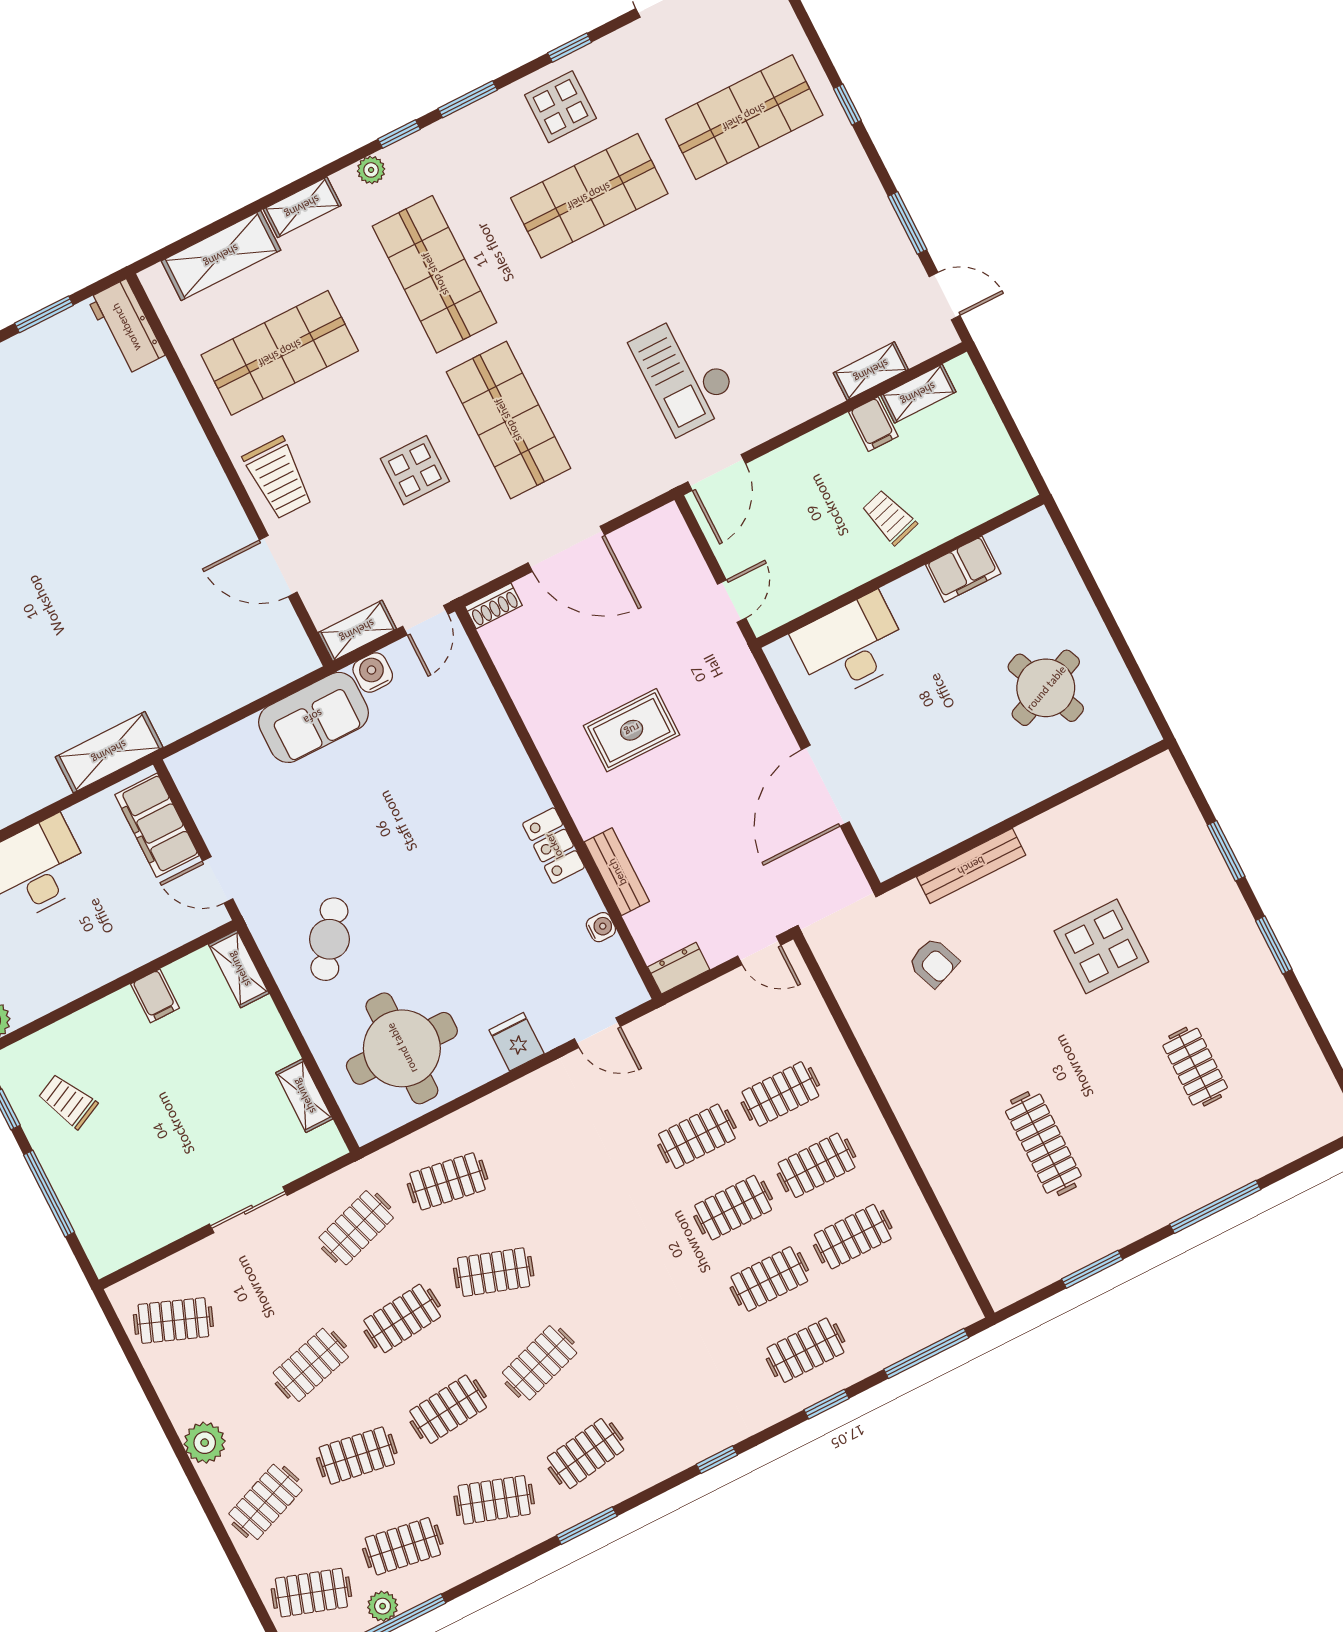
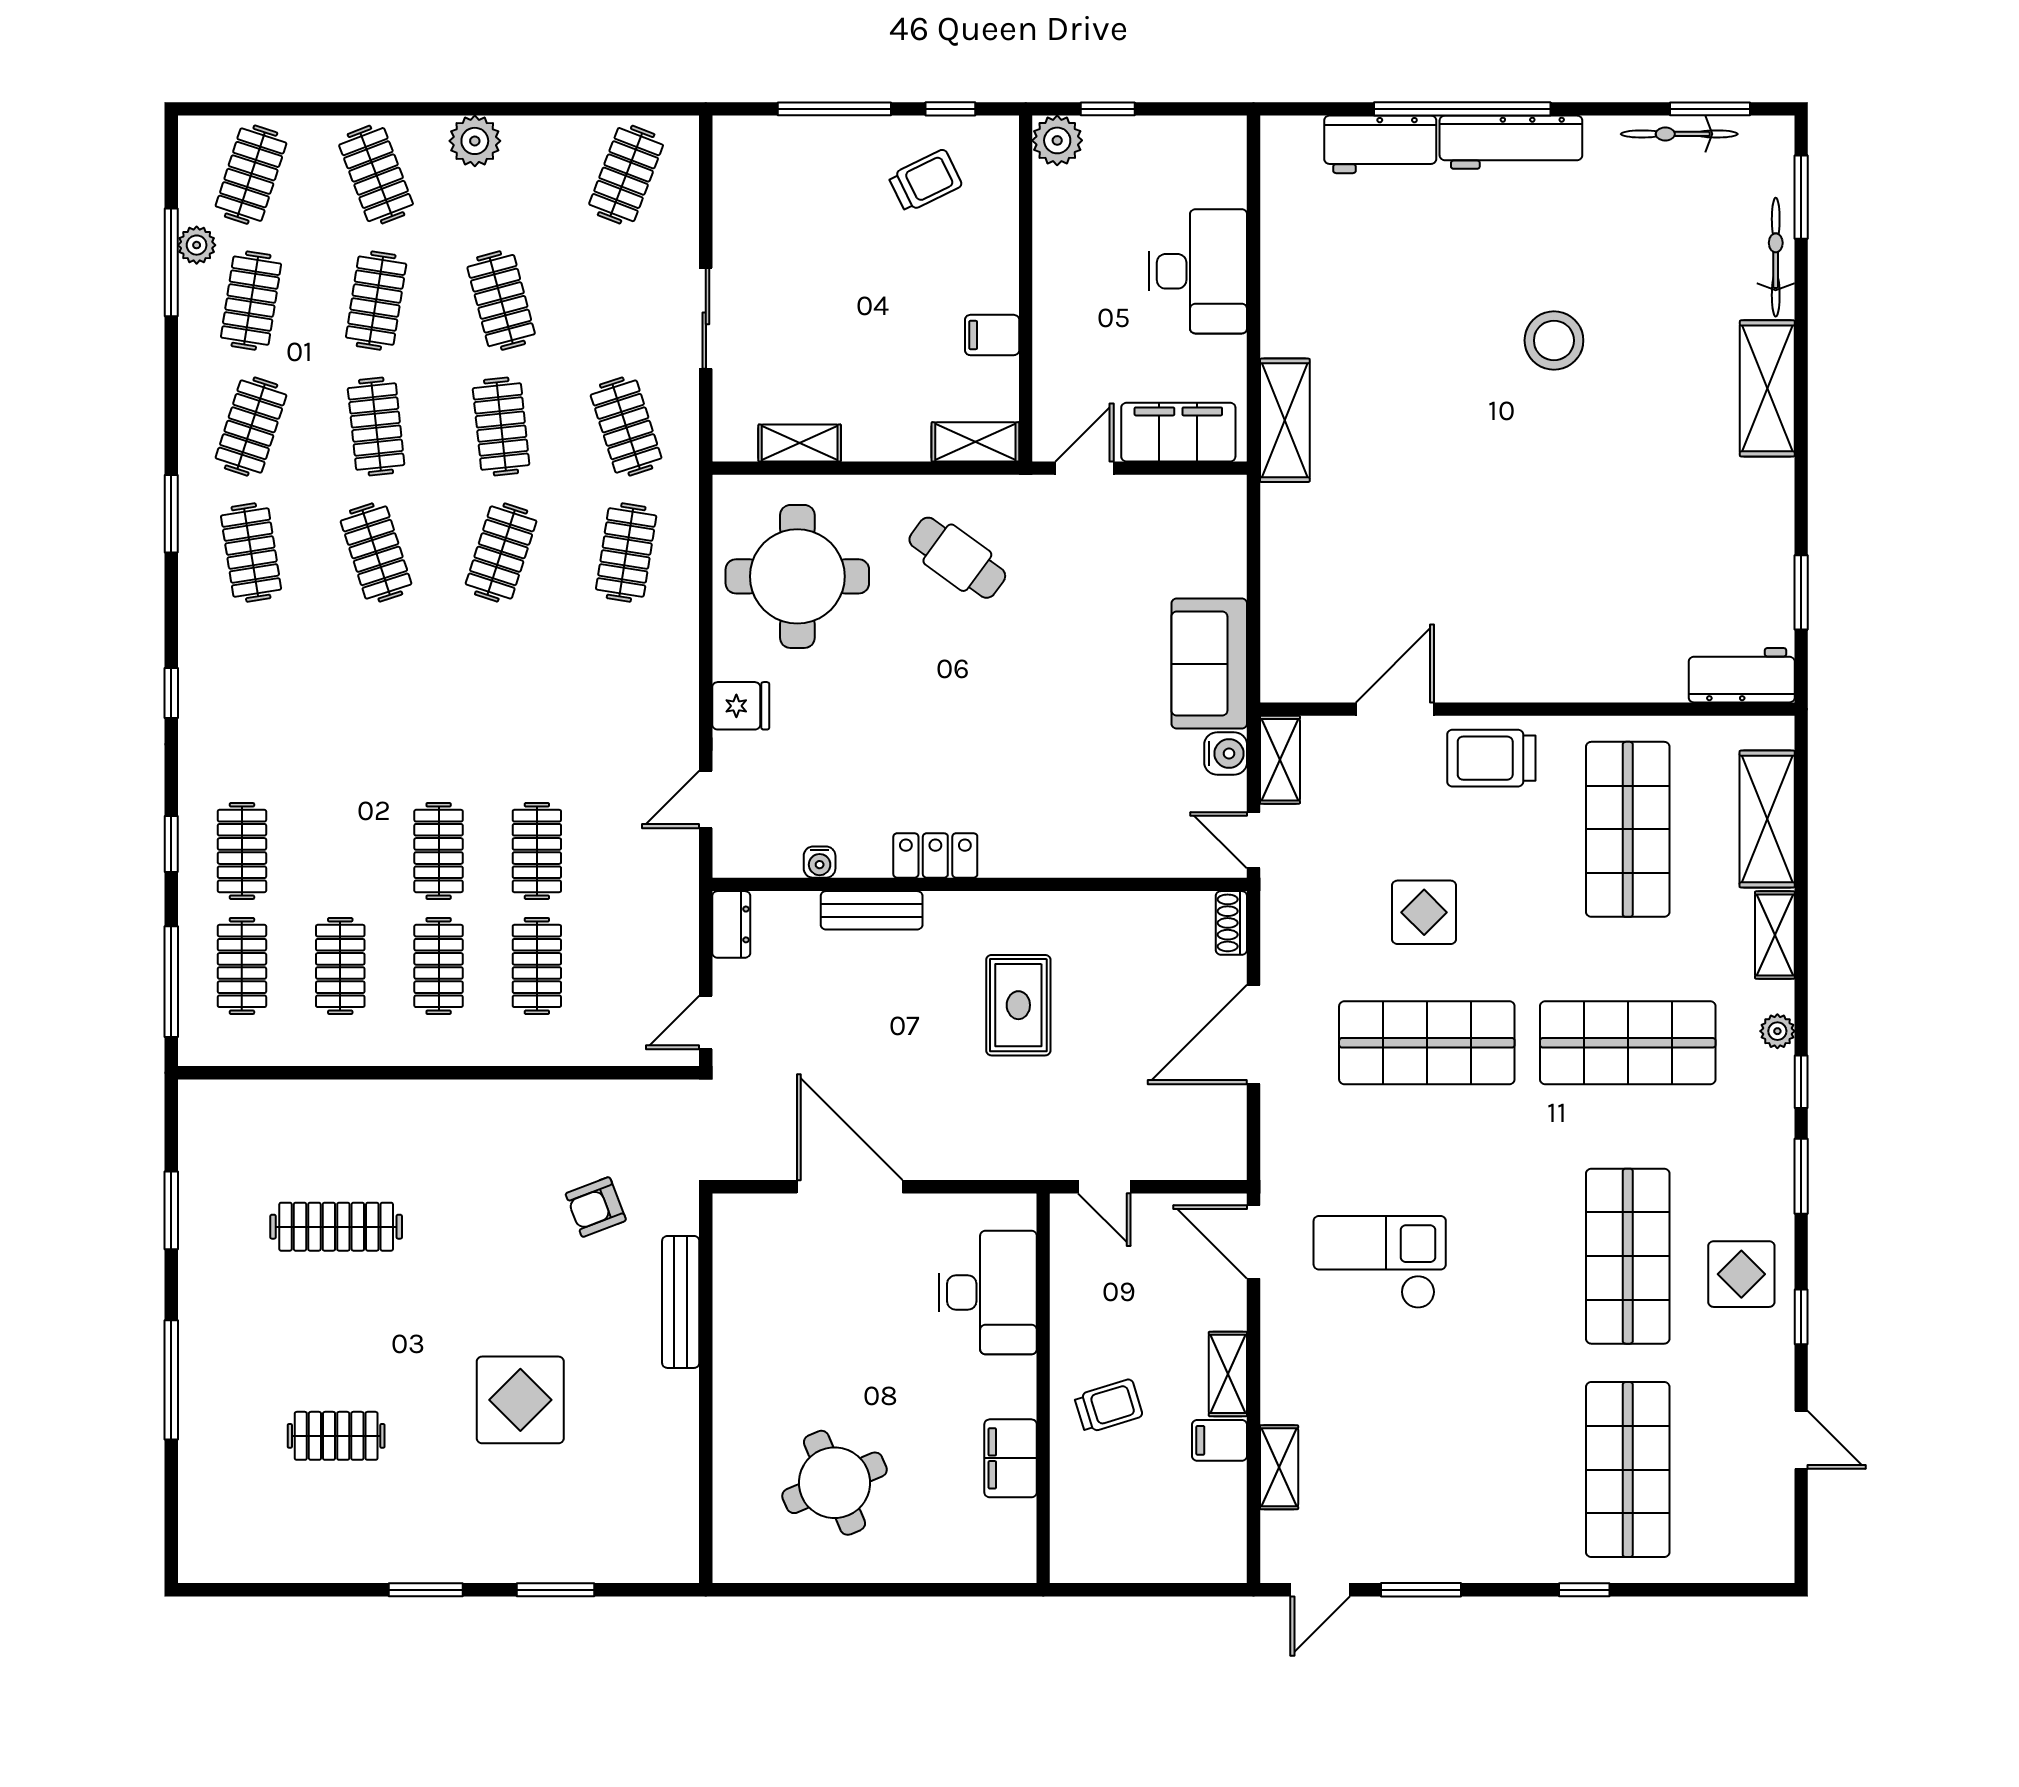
shelving: (918, 394) -> (1228, 1374), moved
clothes rail: (769, 1279) -> (242, 966), moved

